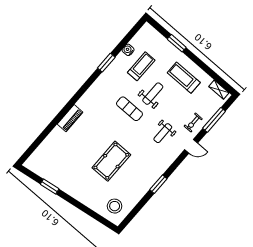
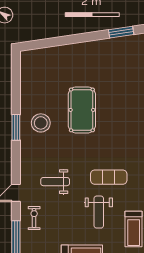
weight bench: (163, 133) -> (55, 182), turned -90
stool: (115, 206) -> (41, 123), moved

